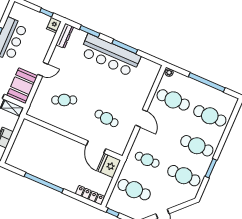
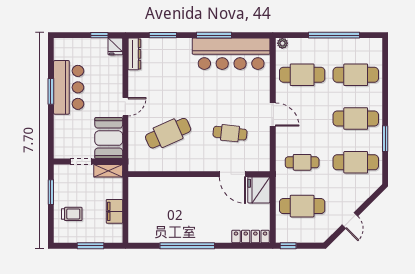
bar counter: (110, 55) -> (231, 54), moved
cafe table: (64, 100) -> (168, 133), width x1.37, depth x1.35

